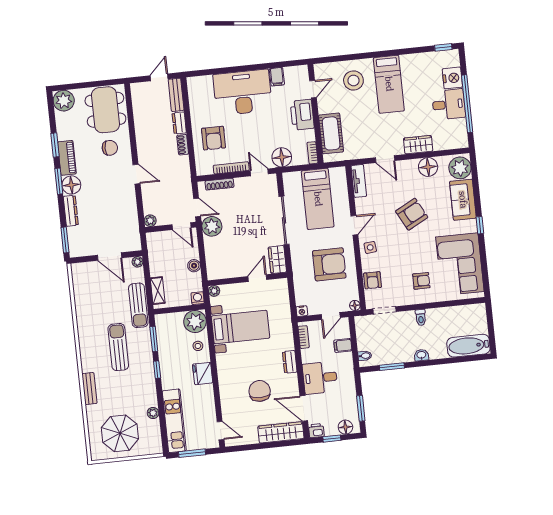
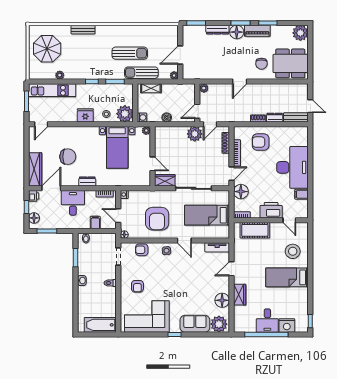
armchair: (412, 214) -> (188, 284), removed
bathtub: (468, 346) -> (100, 325), moved, turned -90
sun lounger: (118, 347) -> (130, 53), moved

